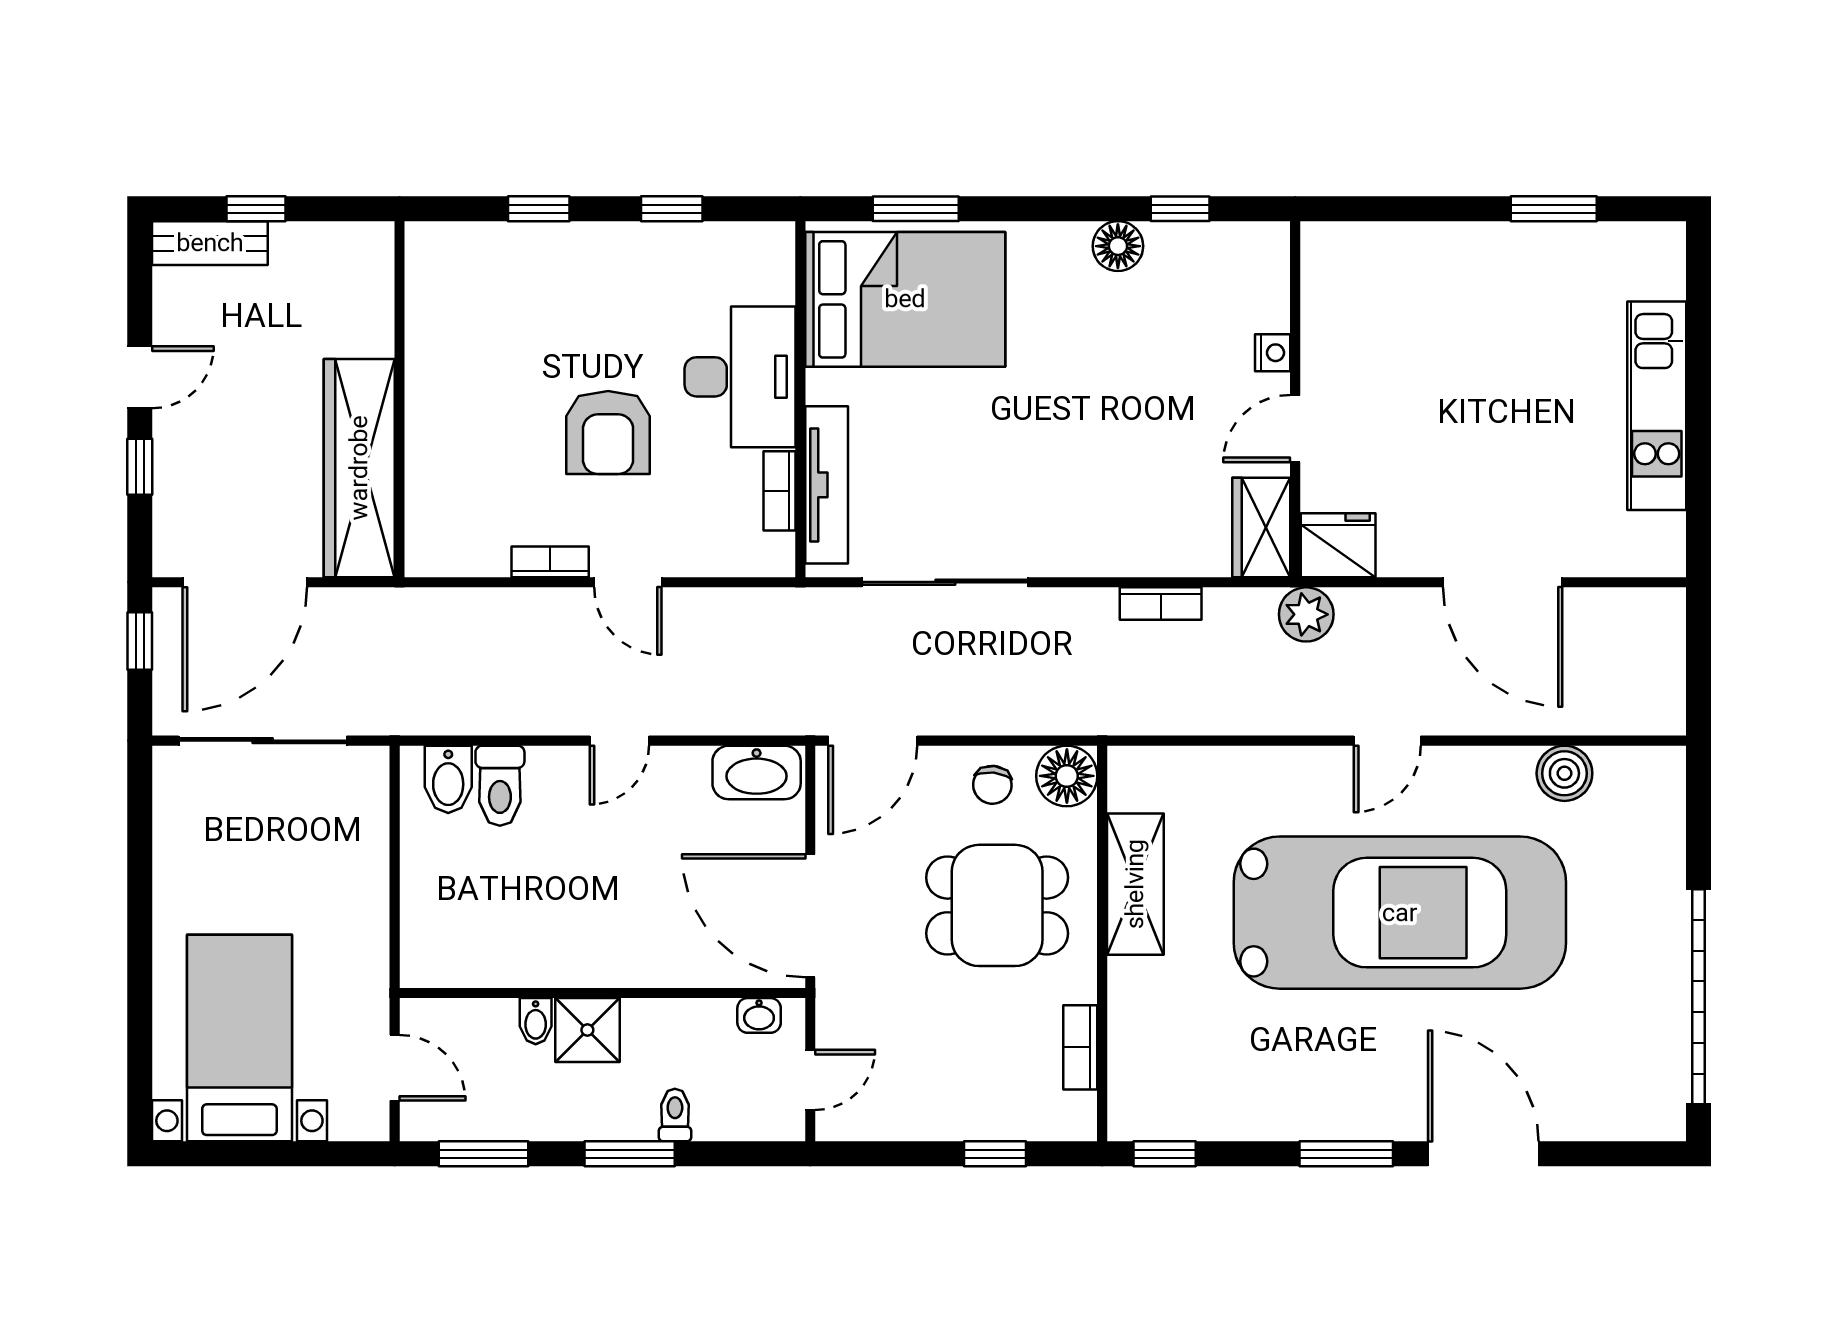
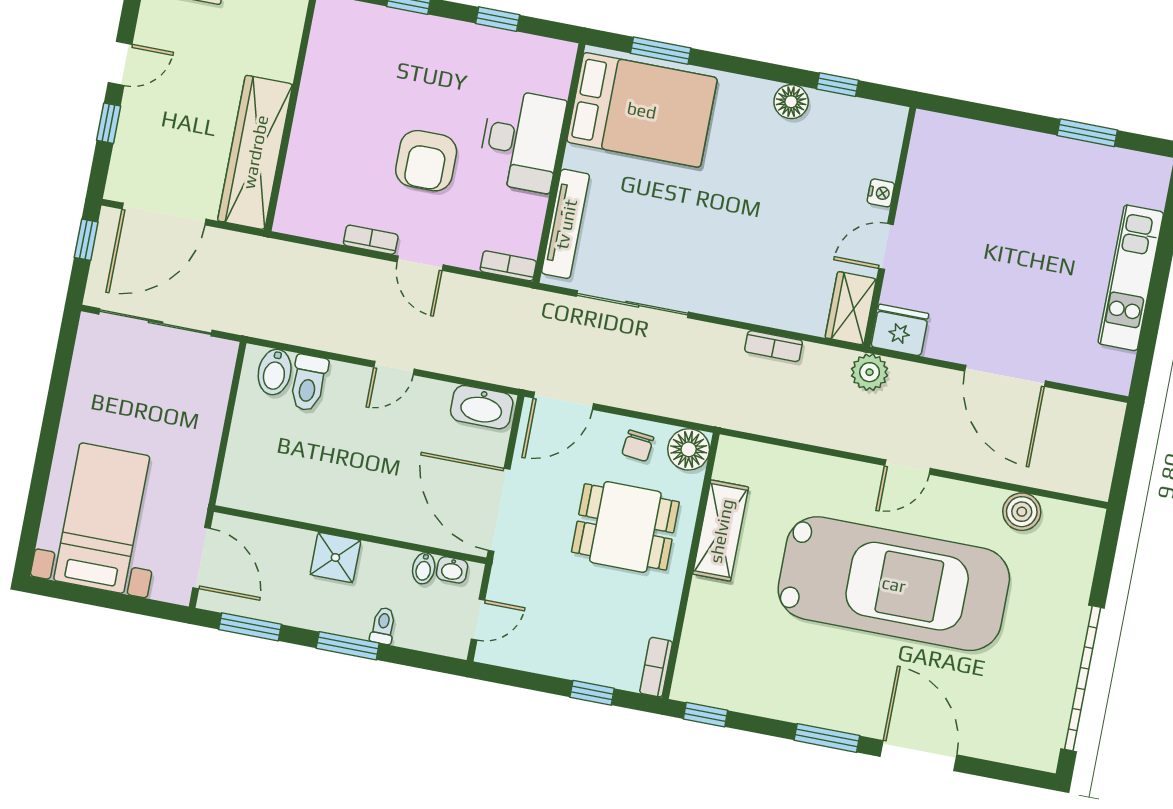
bookcase: (779, 491) -> (508, 266), moved, turned 90
bidet: (536, 1021) -> (424, 568), moved
bookcase: (1080, 1047) -> (656, 667), moved
door: (395, 1068) -> (202, 558), width x1.38

